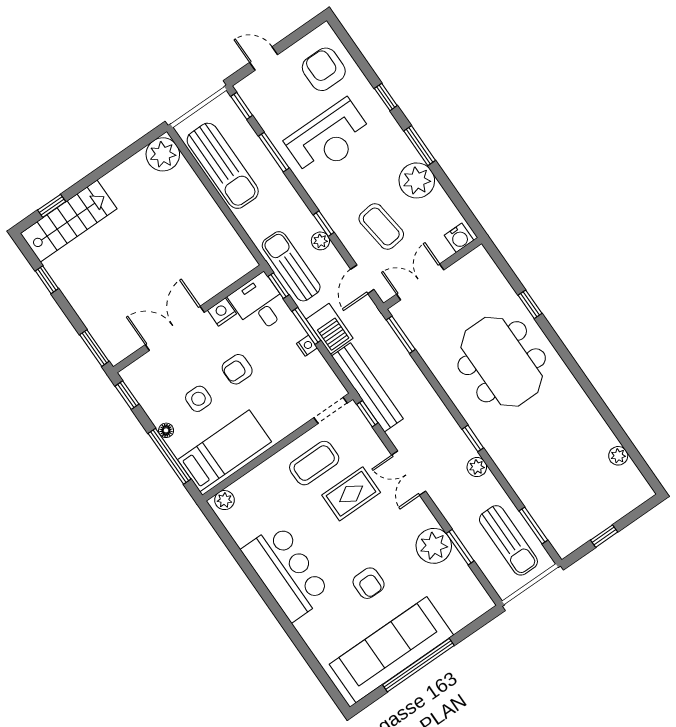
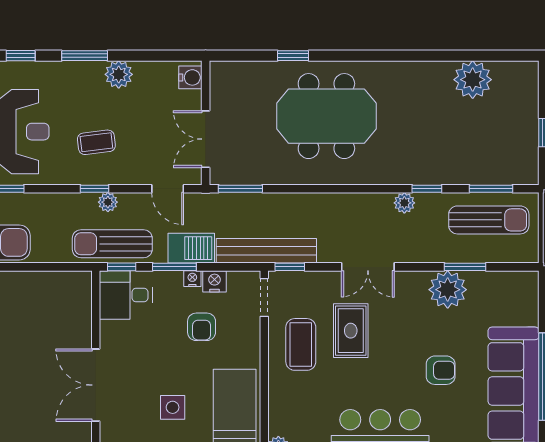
plant: (417, 180) -> (119, 74), width x0.73, depth x0.73
coffee table: (381, 227) -> (96, 142), moved, width x0.73, depth x0.77
nightstand: (222, 312) -> (215, 281), moved, turned 90
armchair: (237, 369) -> (202, 327), moved
window: (473, 438) -> (427, 189), moved
plant: (618, 456) -> (473, 80), width x1.87, depth x1.87

